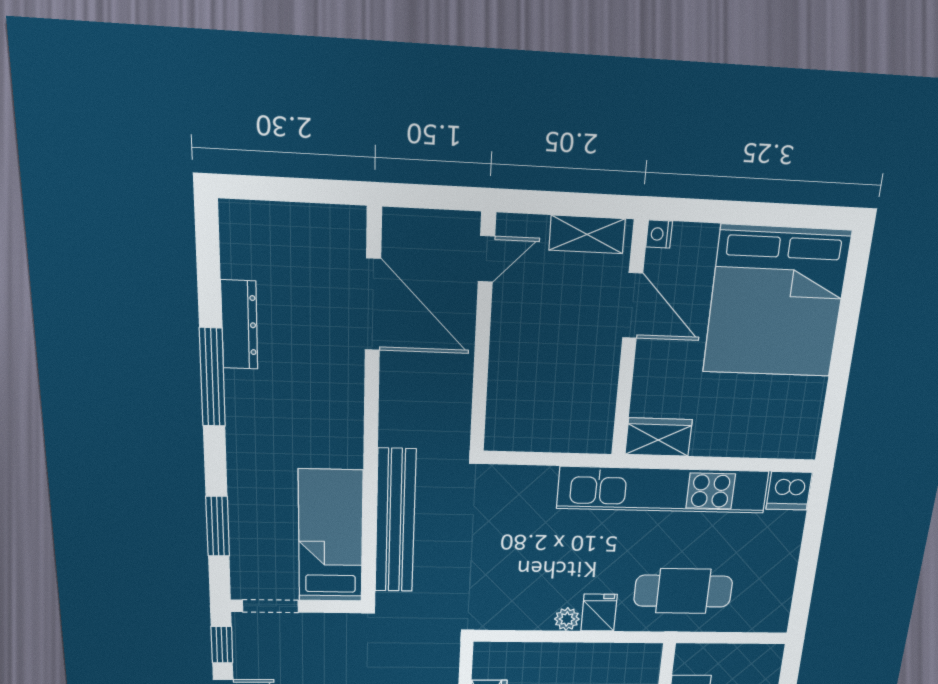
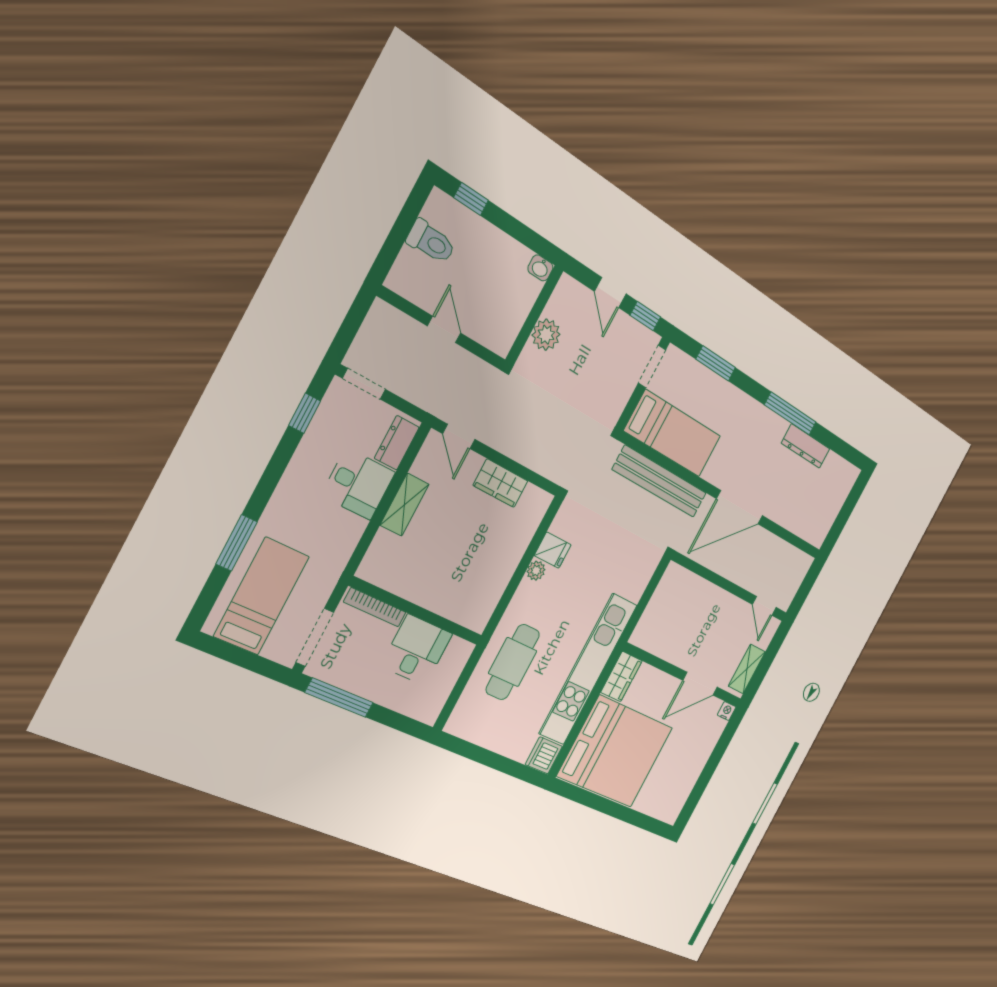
bed: (776, 302) -> (615, 752), moved, turned 180
door: (373, 305) -> (740, 507), moved
fridge: (599, 613) -> (553, 550), moved

